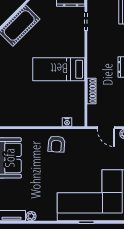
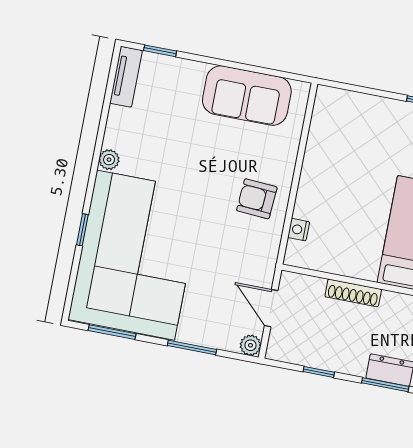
door: (106, 128) -> (271, 308), hinge flipped
plant: (31, 216) -> (109, 160), moved

